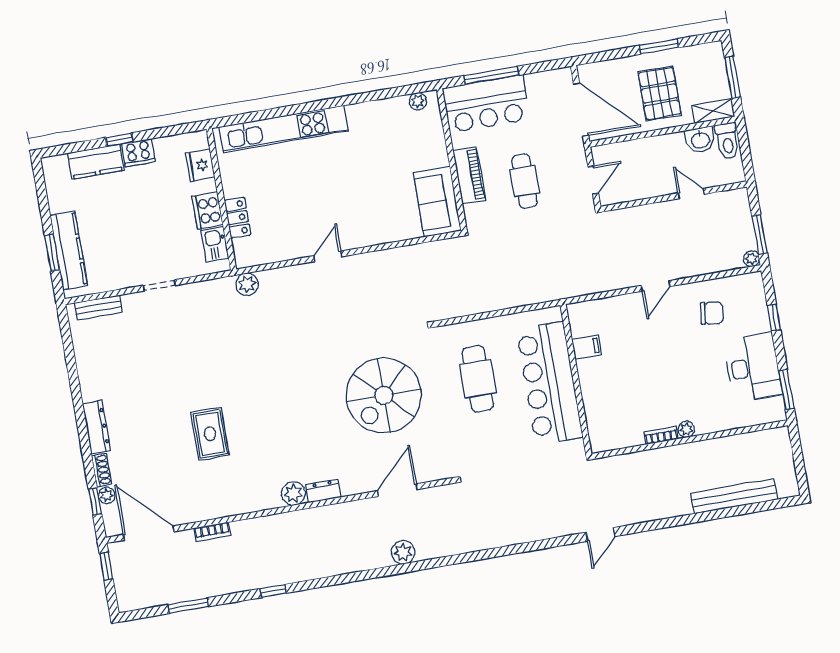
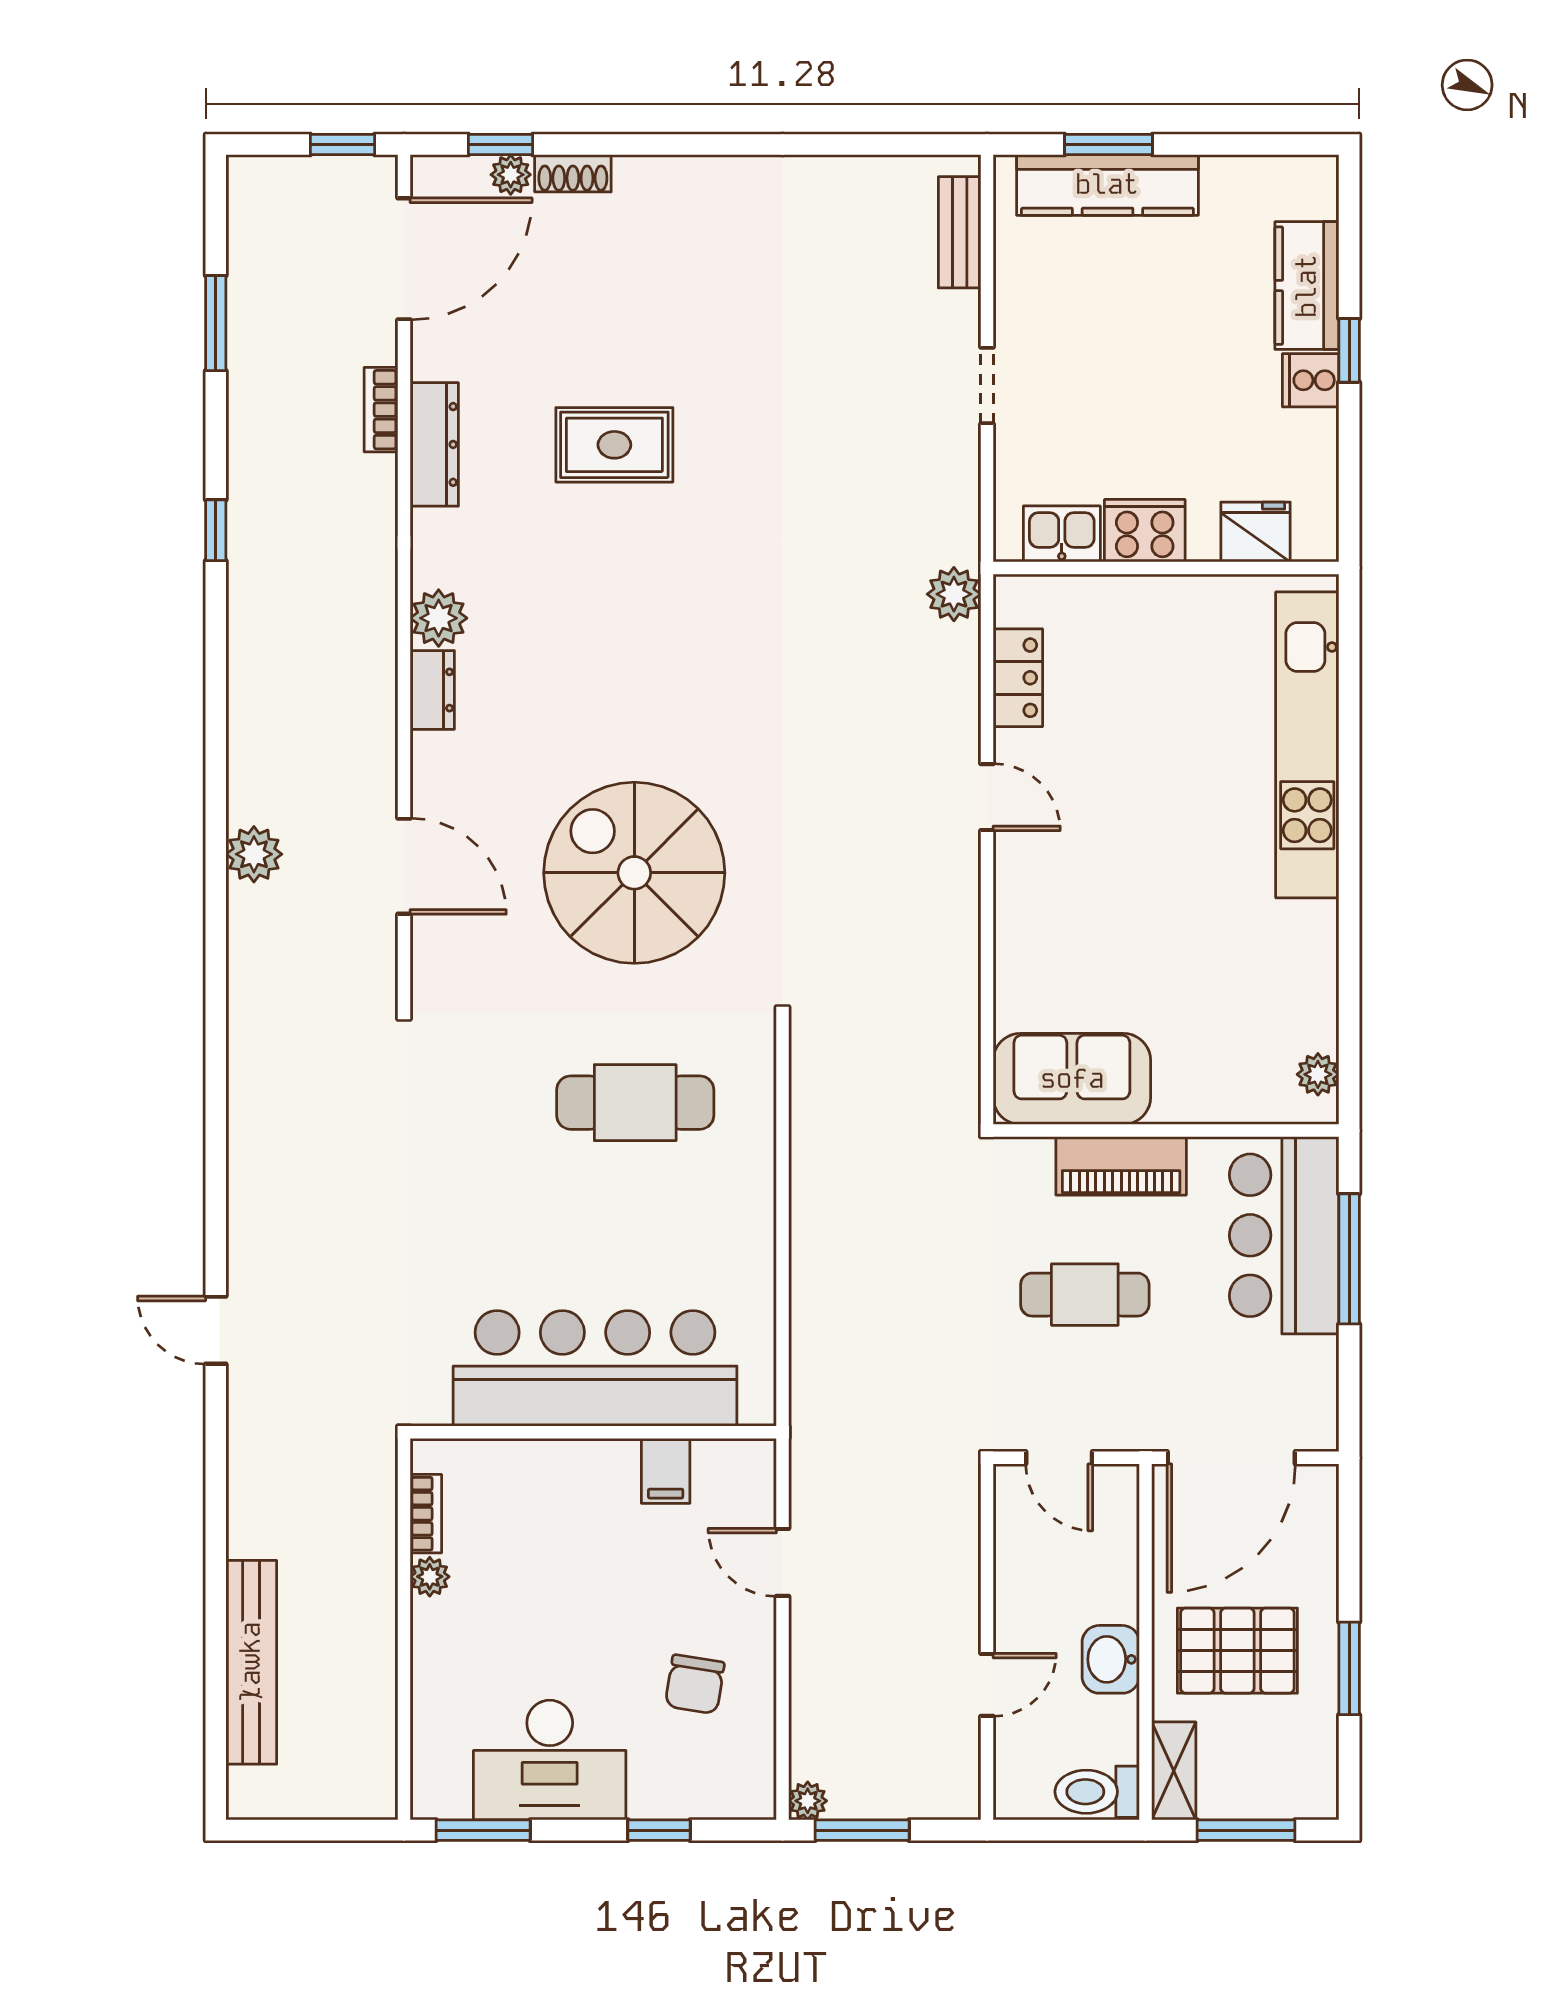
washbasin: (700, 140) -> (1111, 1659), moved
cooker: (138, 153) -> (1311, 380), width x0.73
locker: (238, 218) -> (1018, 678), moved, turned -90
filing cabinet: (587, 347) -> (666, 1471), moved
wall: (576, 380) -> (593, 1432), moved
bar counter: (550, 383) -> (595, 1368), moved
dresser: (97, 427) -> (434, 444), moved, turned -90

